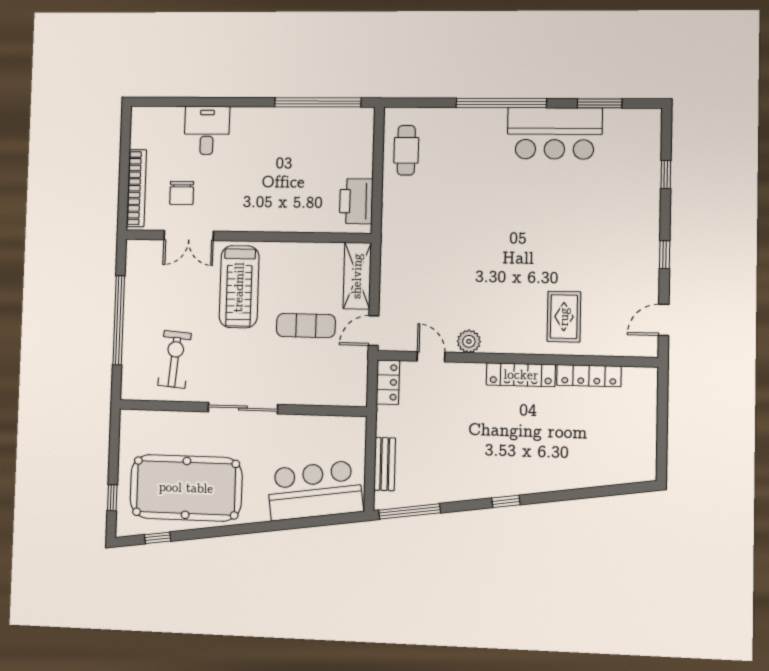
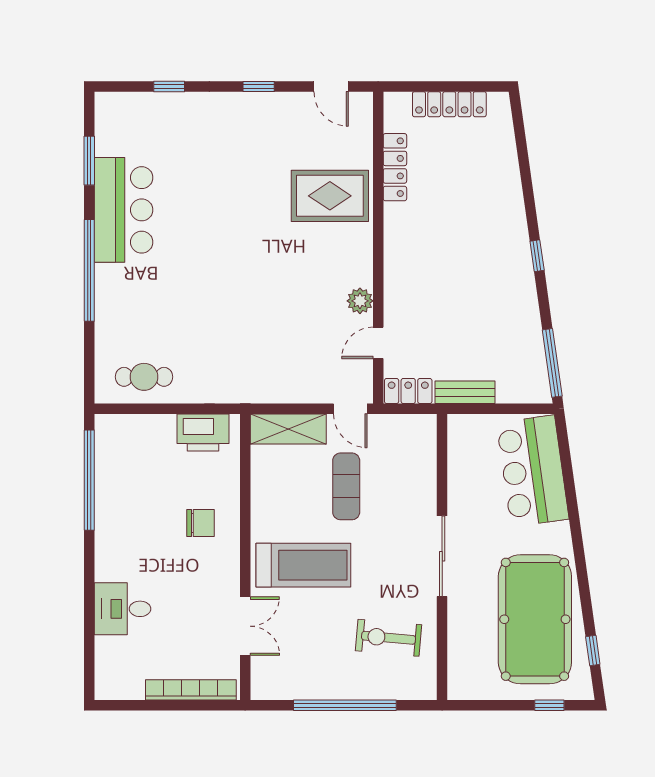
chair: (182, 193) -> (201, 523), moved
rug: (564, 317) -> (330, 196), width x1.36, depth x1.43
locker: (521, 375) -> (449, 104), moved, turned 90
bench: (385, 464) -> (465, 392), moved

